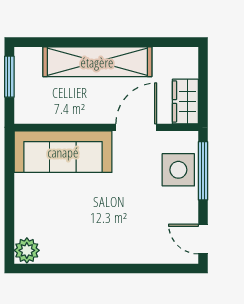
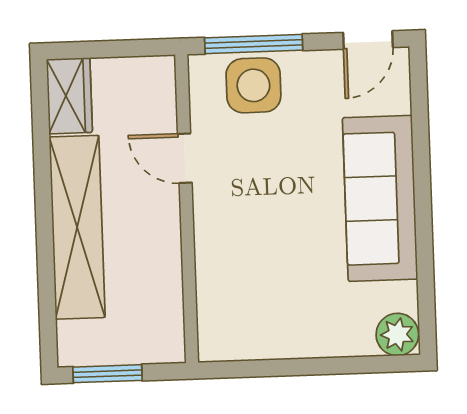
wardrobe: (185, 101) -> (69, 96), moved, turned -90
door: (136, 127) -> (185, 158), width x0.73
sofa: (63, 152) -> (380, 198), moved, turned 180

